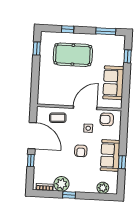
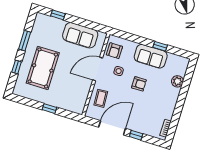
window: (106, 31) -> (25, 41), moved
window: (37, 48) -> (49, 109), moved
door: (85, 108) -> (98, 69), hinge flipped
plant: (61, 184) -> (167, 111), removed
plant: (103, 188) -> (177, 81), moved
window: (69, 195) -> (179, 106), removed

